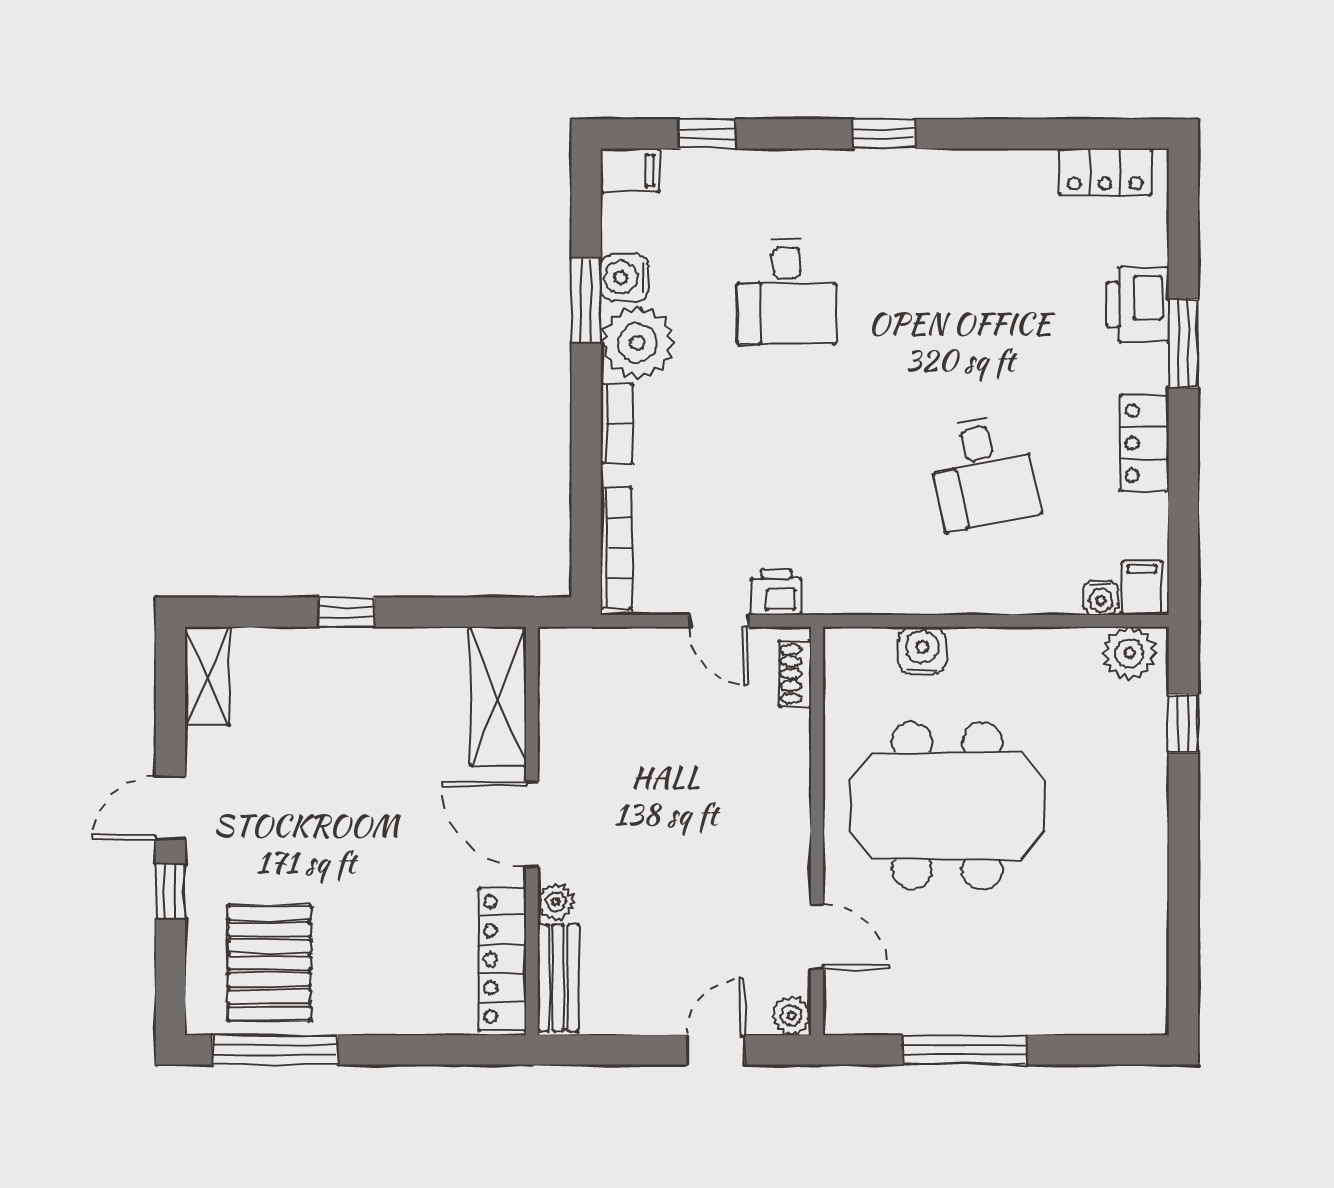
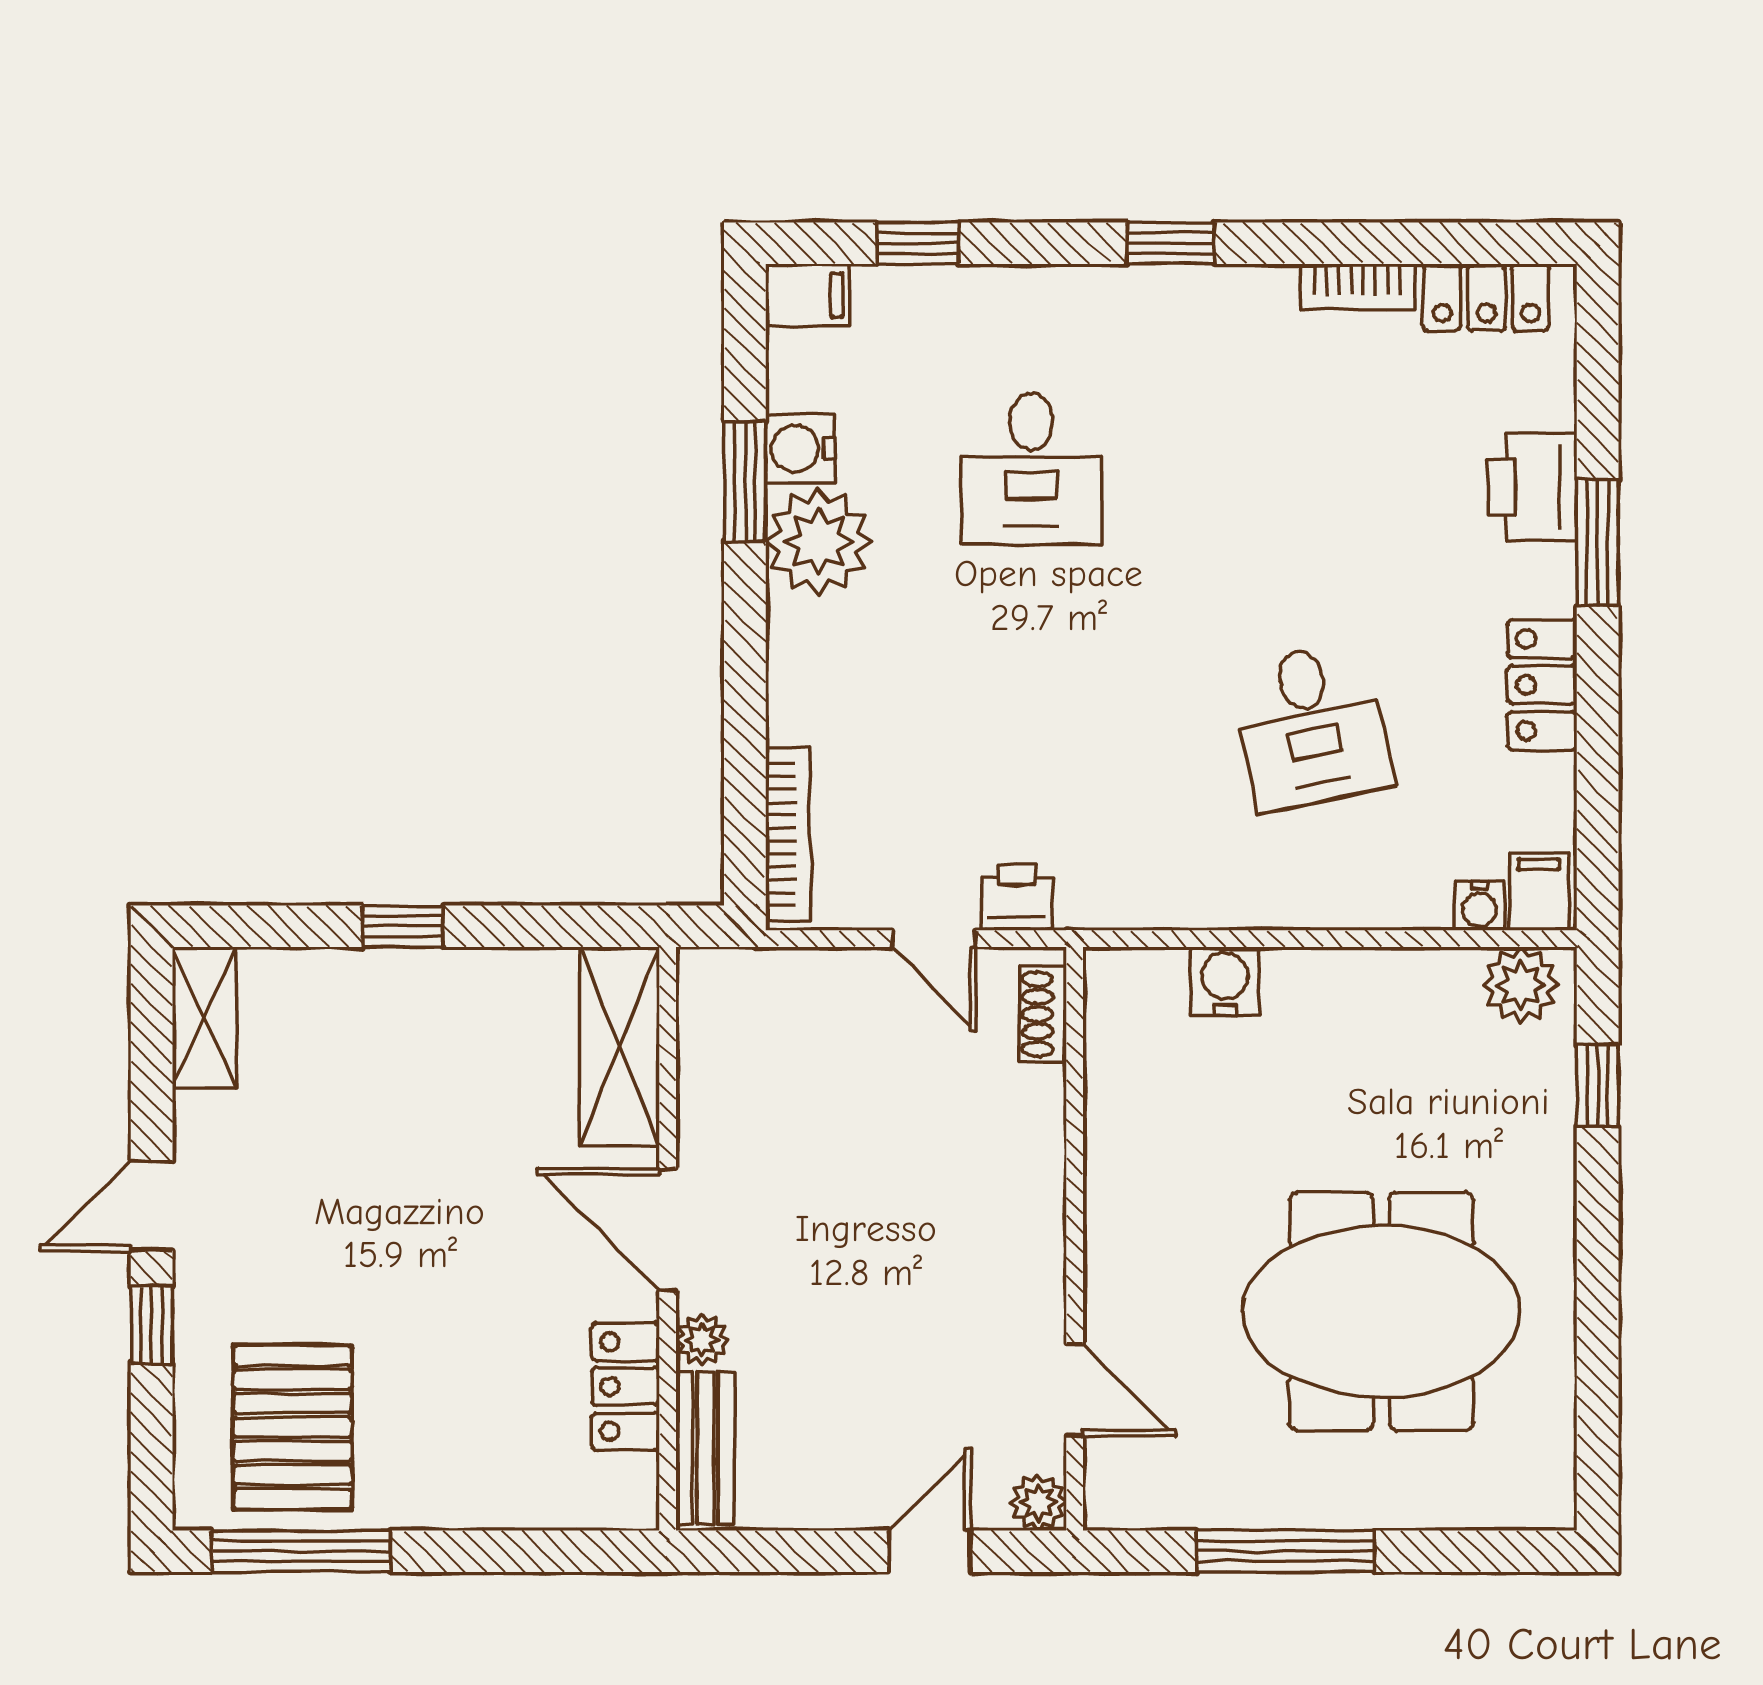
bookcase: (617, 424) -> (1357, 287), moved, turned 90
meeting table: (947, 806) -> (1381, 1311), moved
locker: (502, 959) -> (625, 1387), width x0.66

